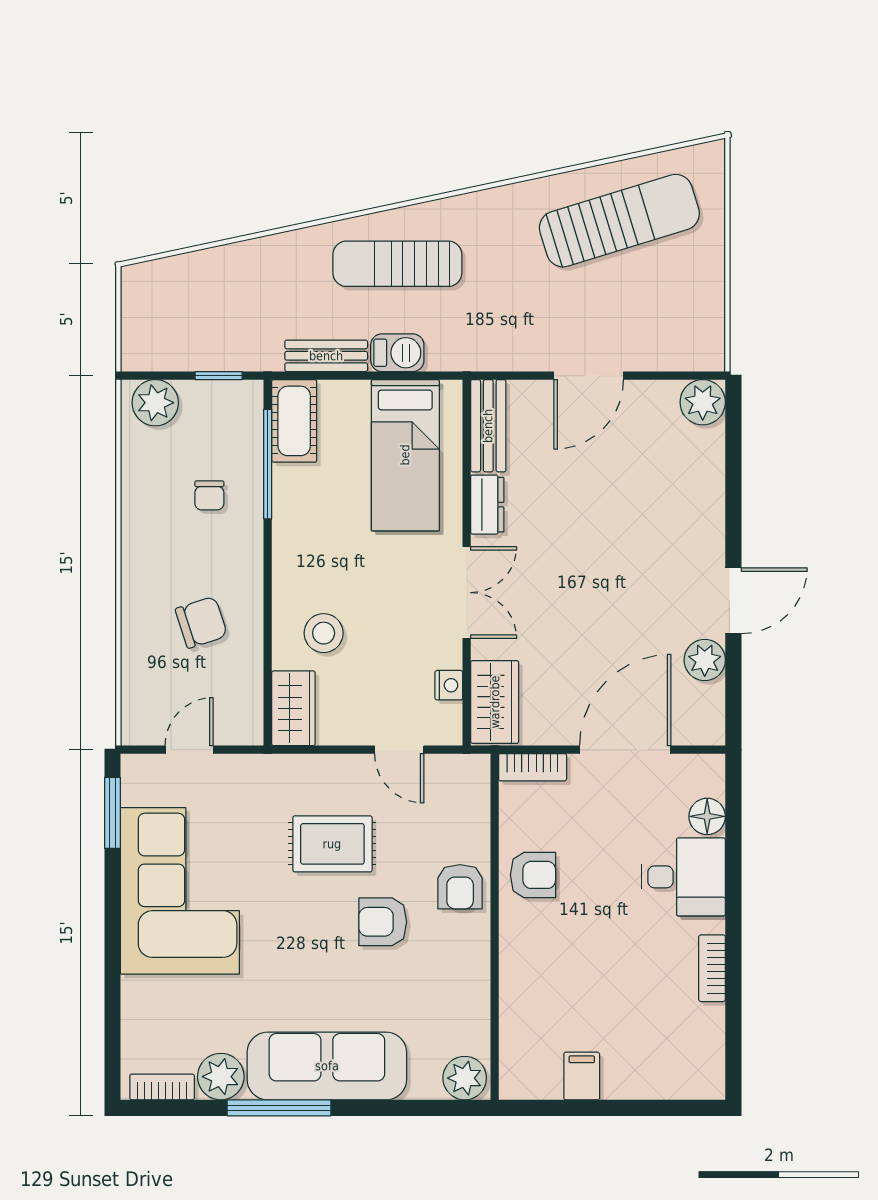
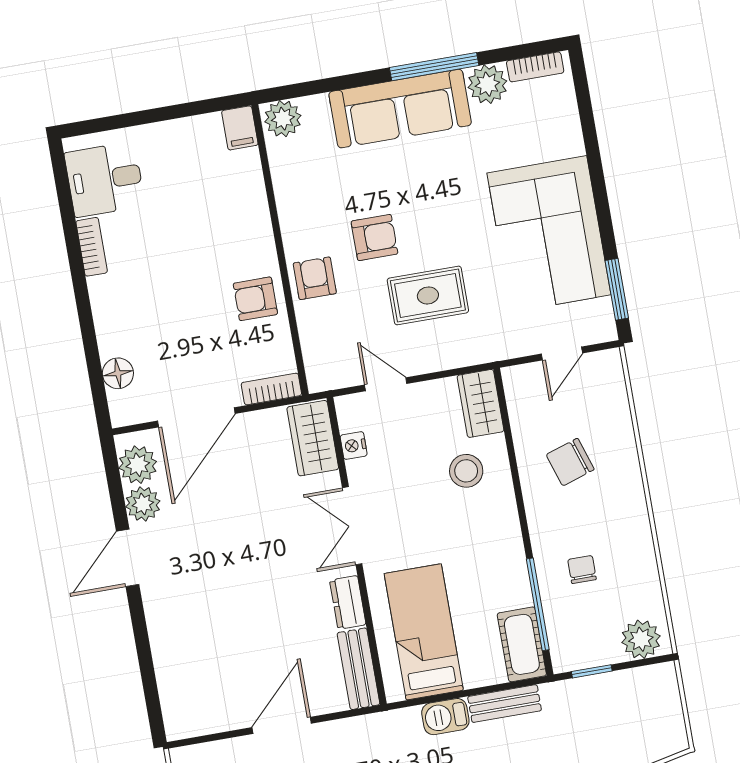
plant: (703, 402) -> (138, 465), moved
desk: (683, 877) -> (105, 179), moved
filing cabinet: (582, 1076) -> (240, 128), moved

